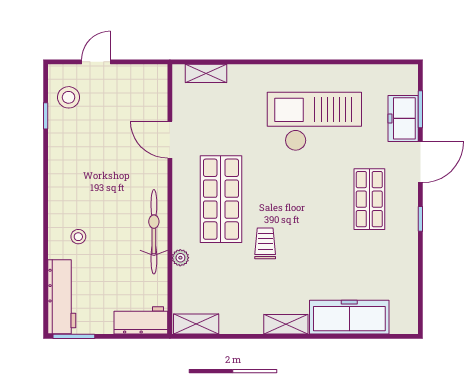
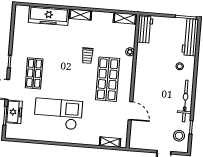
checkout: (314, 122) -> (58, 114), turned 180
bicycle: (154, 232) -> (185, 101), moved, turned 180
workbench: (141, 320) -> (145, 30), moved, turned -90

